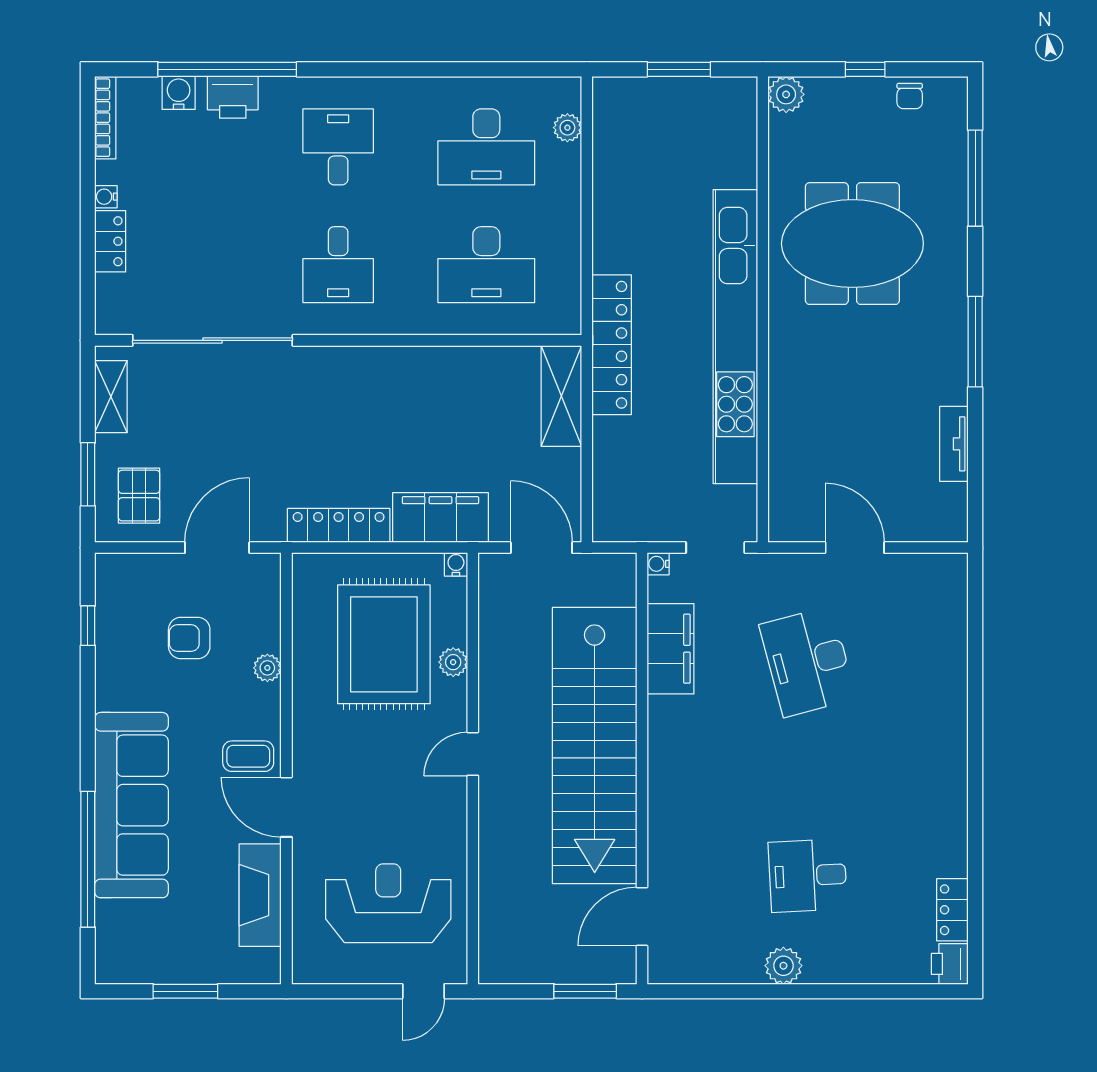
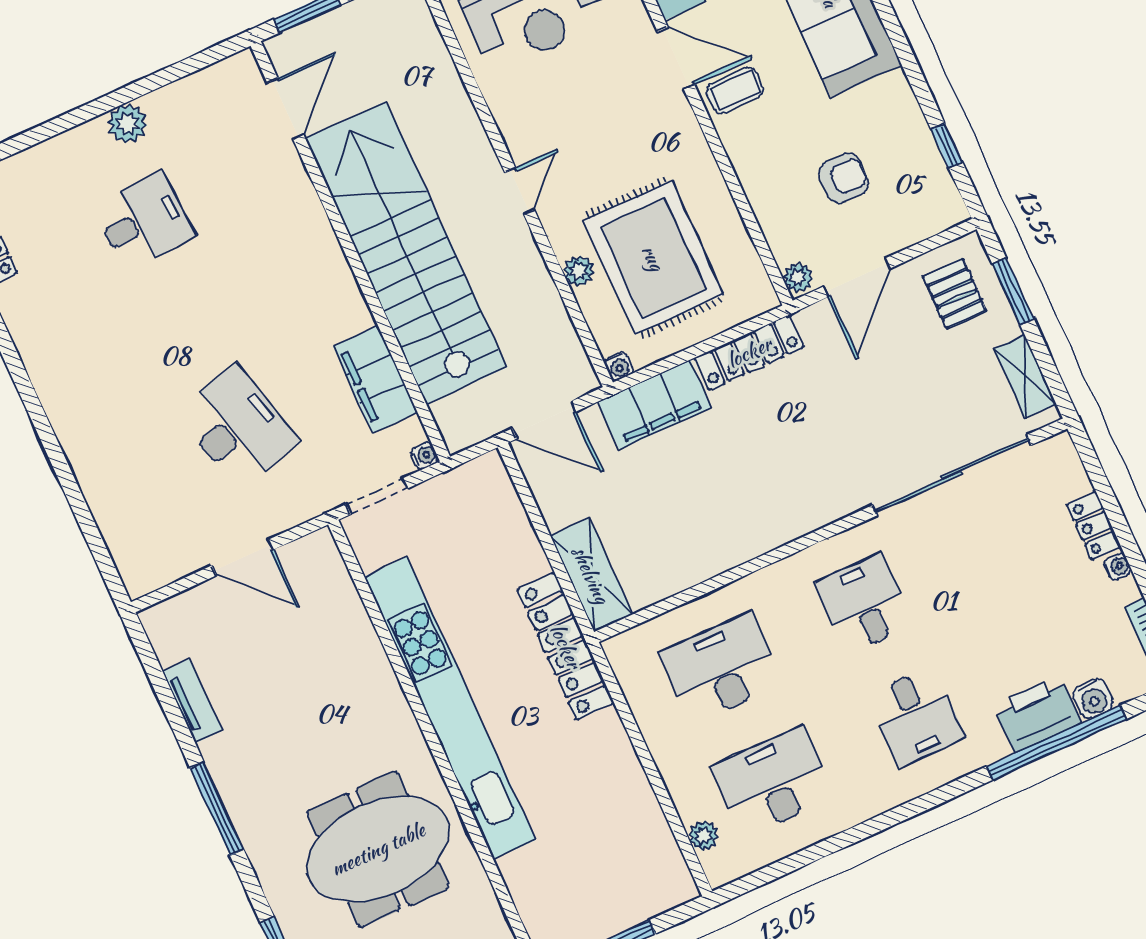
printer: (233, 97) -> (1037, 714), width x1.37, depth x1.19
plant: (267, 668) -> (798, 278), moved

